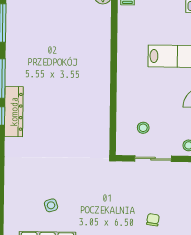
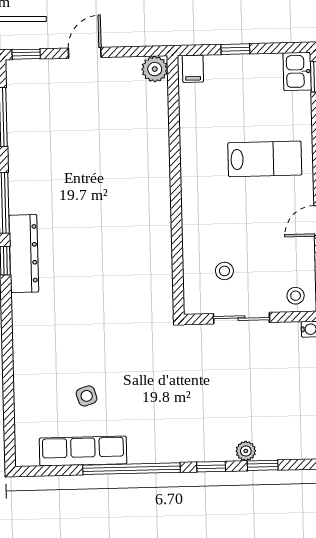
chair: (153, 220) -> (245, 412), removed

